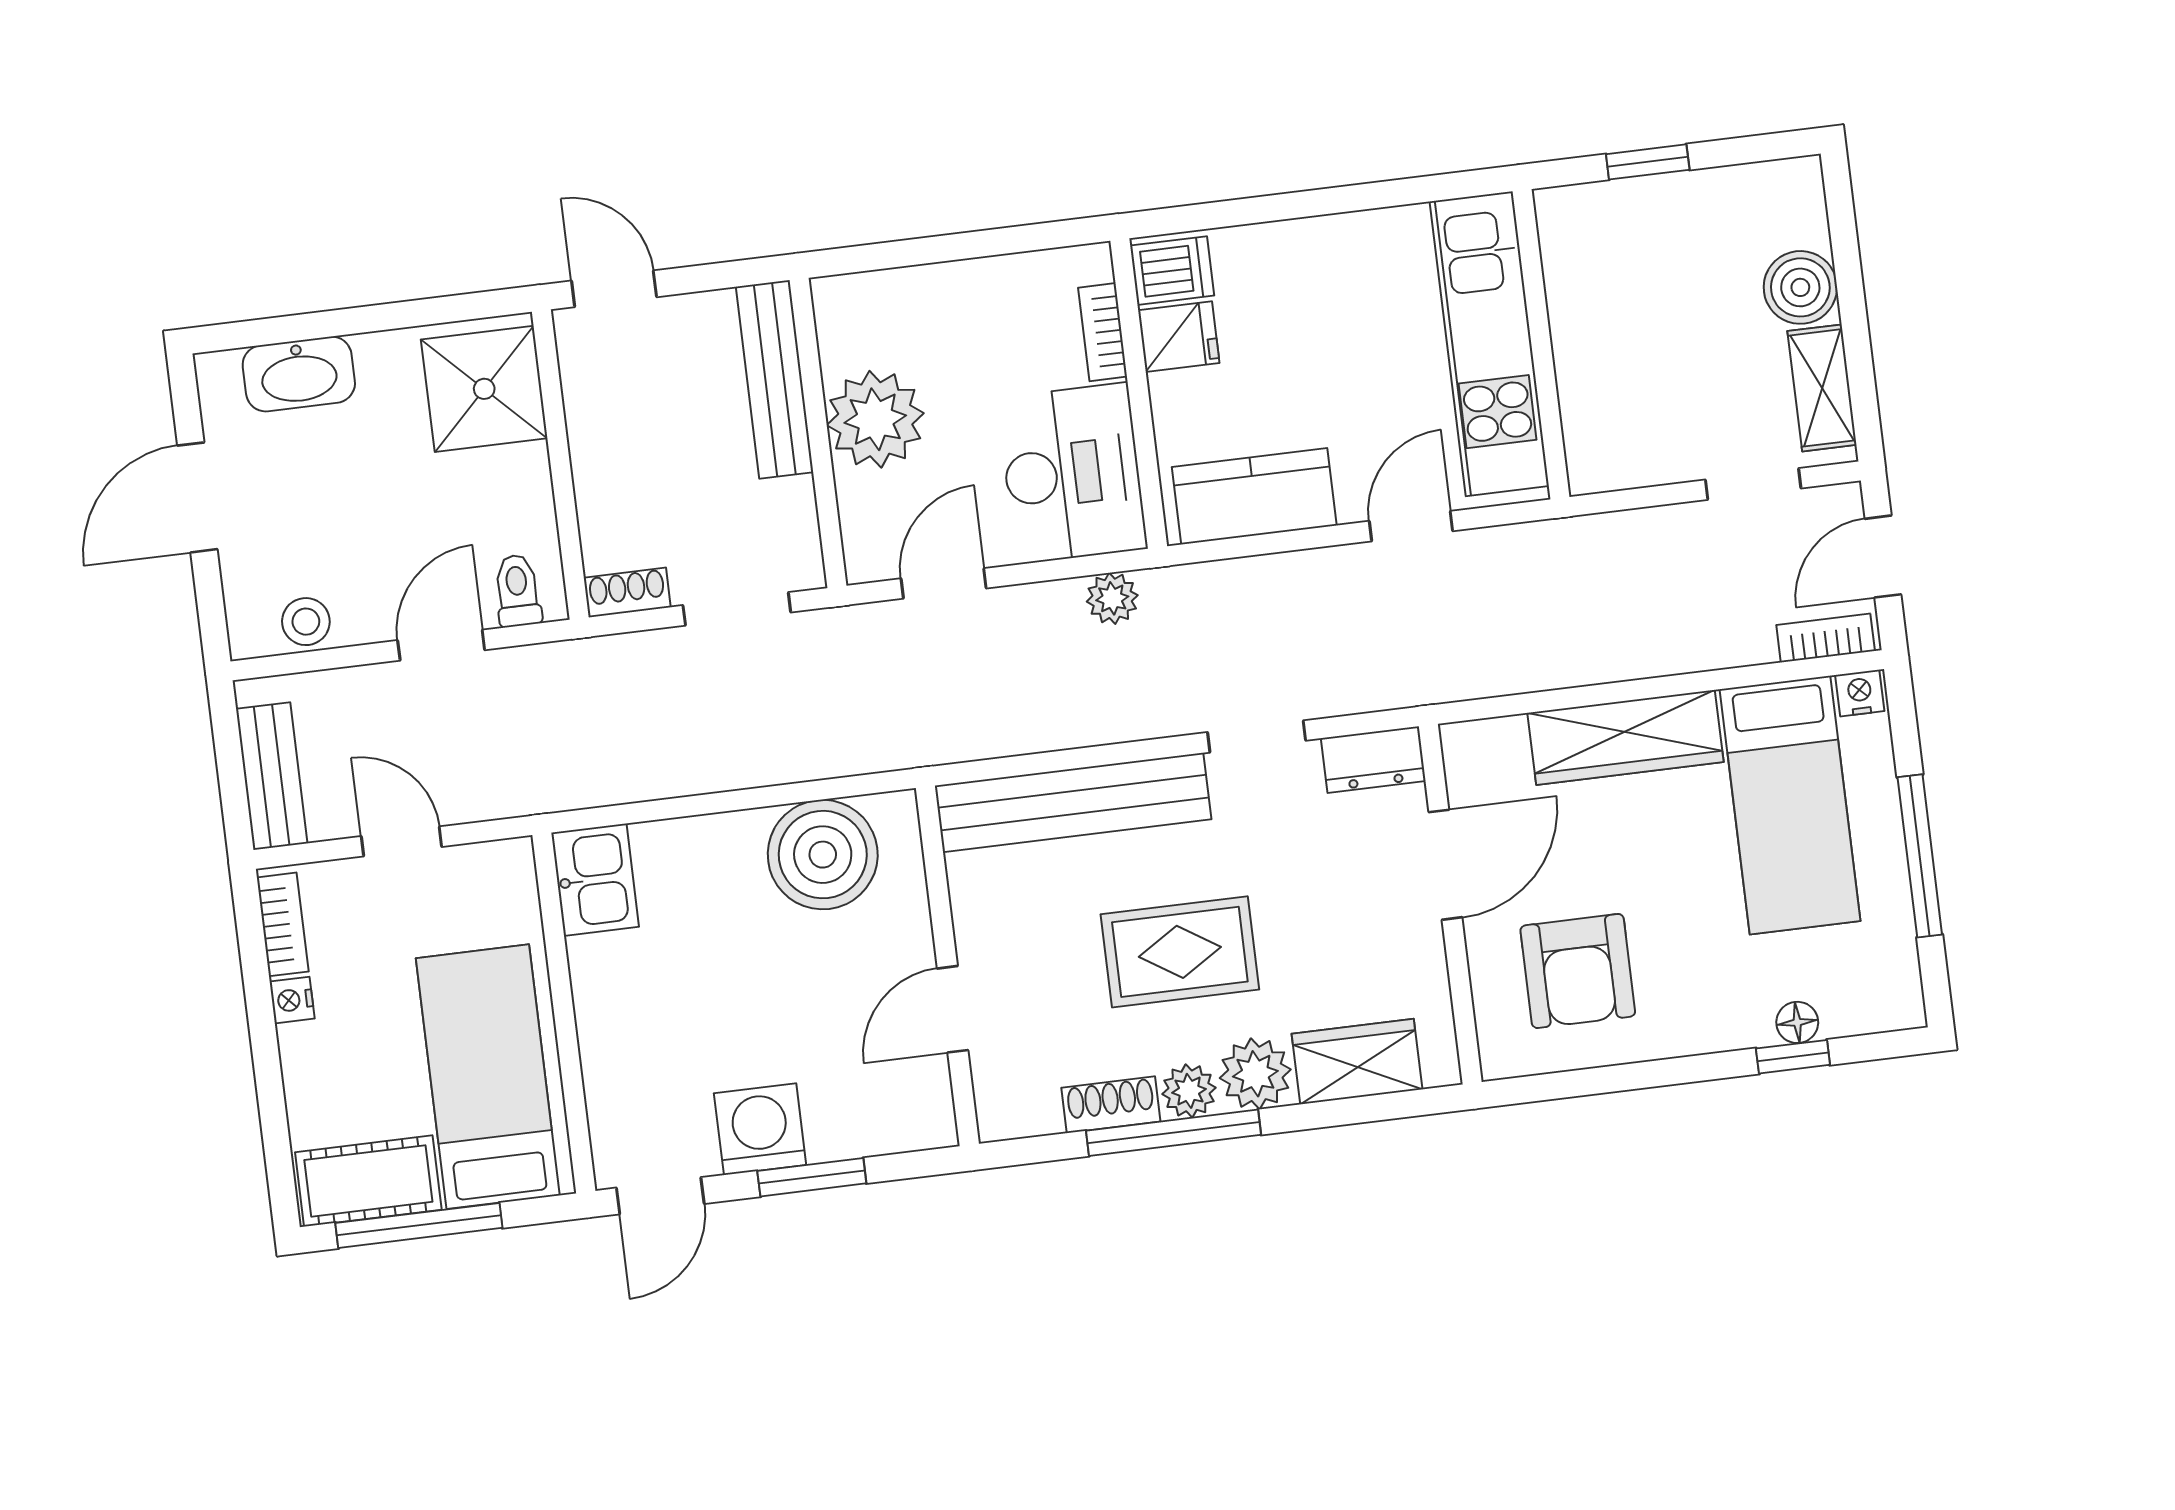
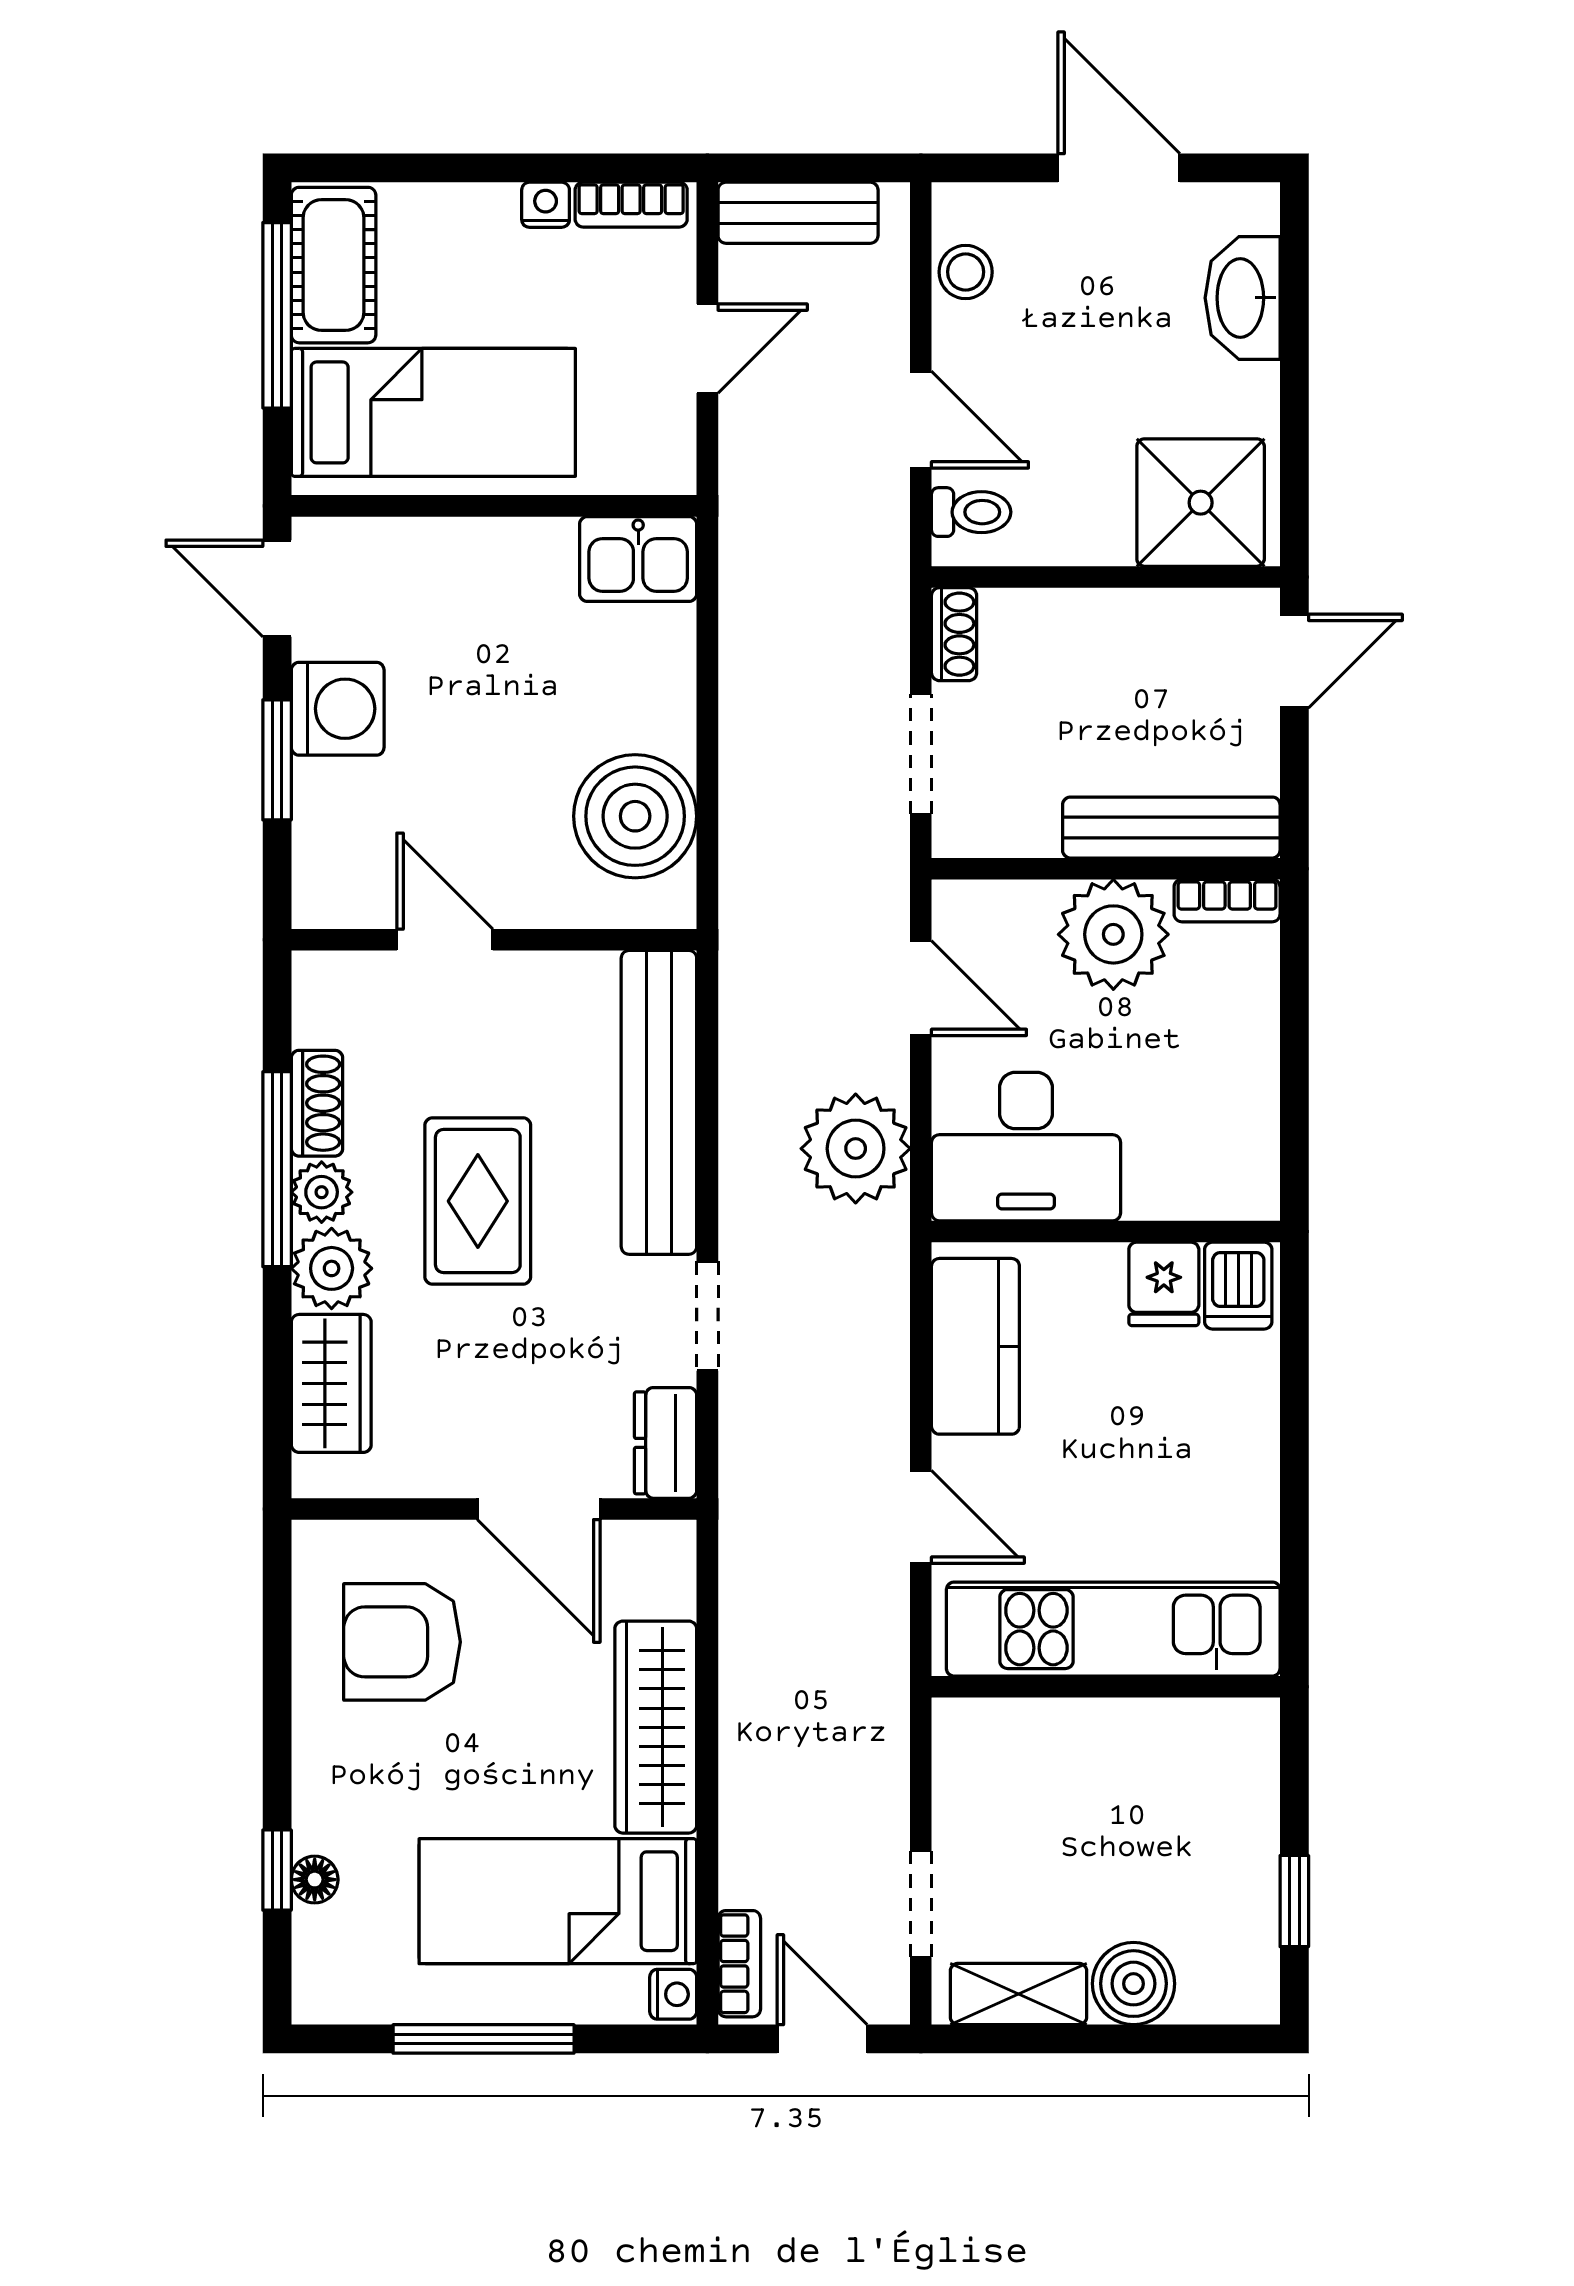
window: (1648, 162) -> (1294, 1901), moved
bookcase: (1103, 332) -> (1227, 901), moved, turned 180
plant: (1112, 598) -> (856, 1149), width x1.88, depth x1.88

